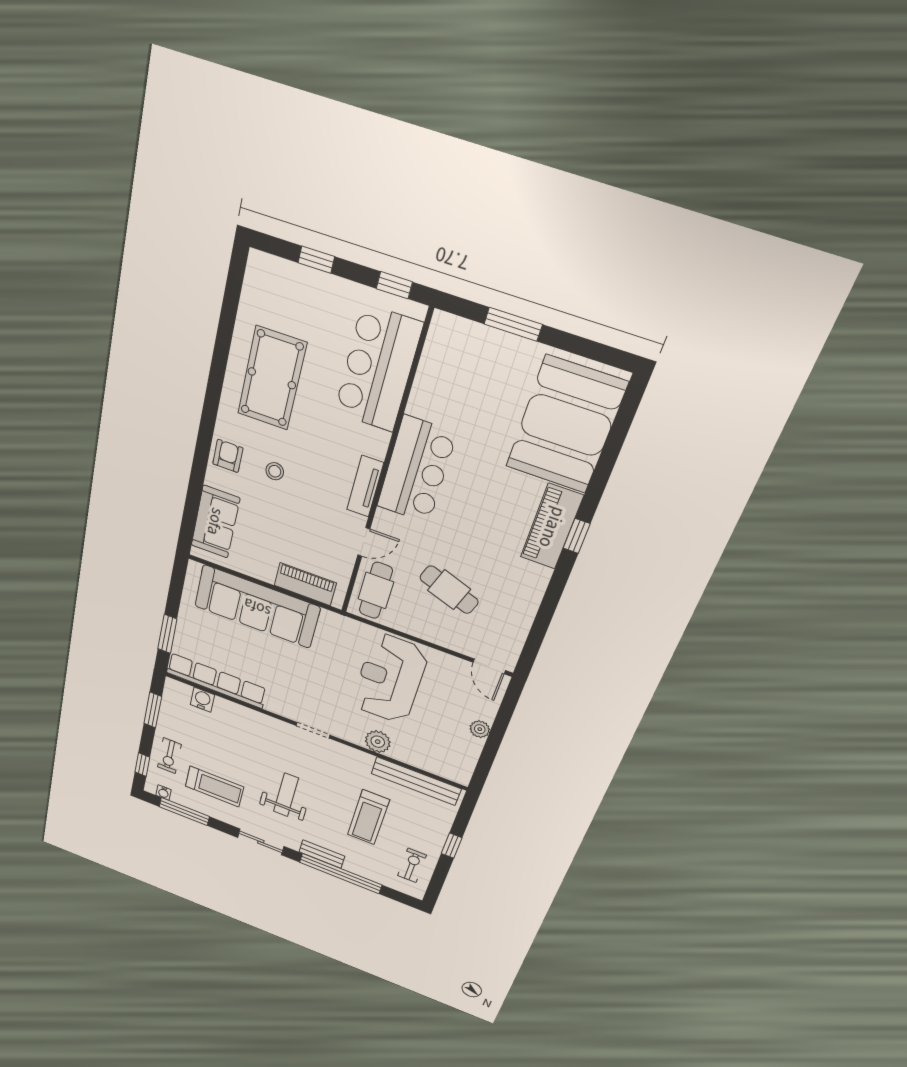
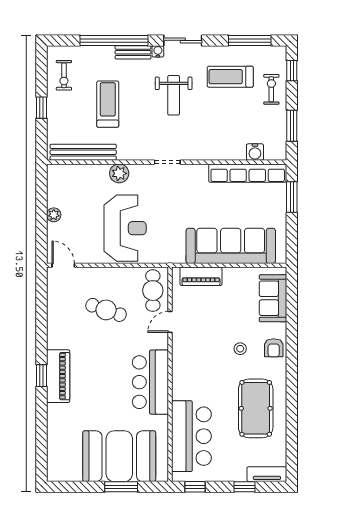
booth: (566, 425) -> (119, 456), moved, turned 90
tv unit: (365, 486) -> (267, 474), moved, turned -90
water cooler: (164, 793) -> (158, 51), moved

